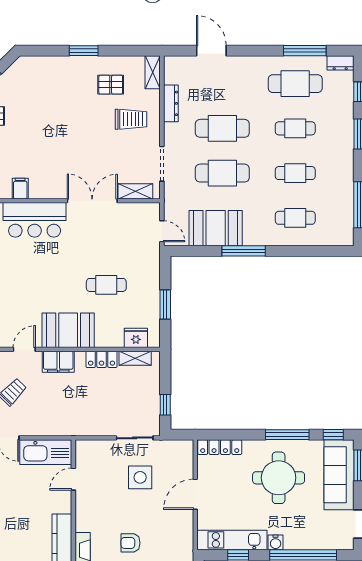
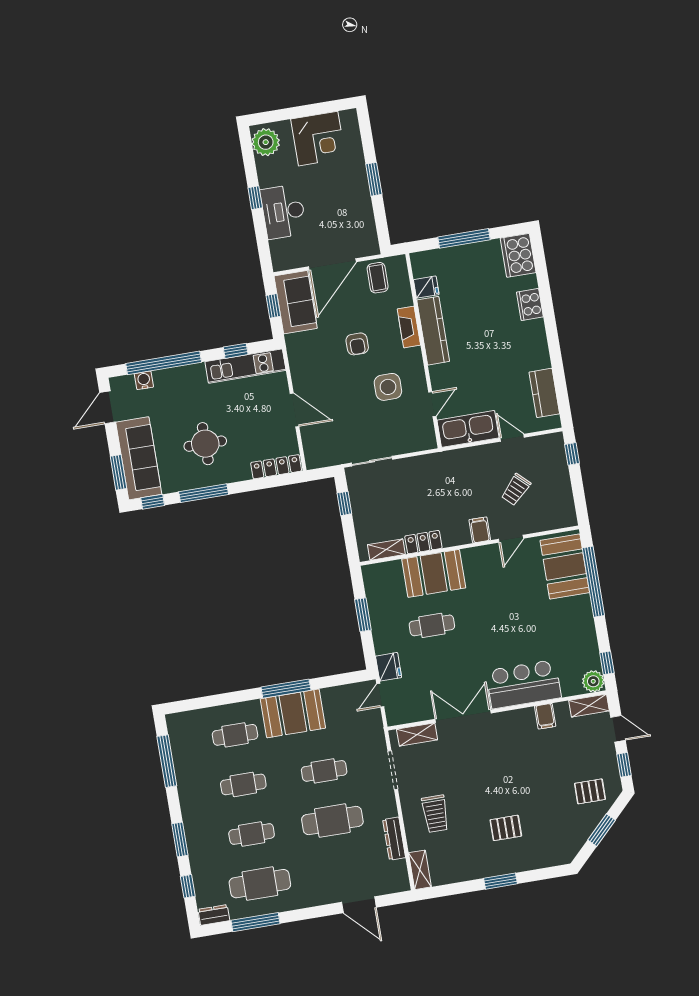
pallet: (111, 85) -> (506, 828), moved
trolley: (131, 119) -> (435, 814), turned -90
cafe table: (222, 173) -> (324, 771), width x0.73, depth x0.74
double door: (92, 201) -> (463, 716), swing flipped
booth: (216, 228) -> (293, 713), moved
door: (162, 231) -> (380, 695), hinge flipped
booth: (68, 330) -> (434, 573), moved
fridge: (136, 338) -> (389, 667), moved, turned -90
filing cabinet: (58, 362) -> (480, 530), width x0.50
side table: (140, 477) -> (388, 387), moved
round table: (279, 478) -> (205, 444), width x0.73, depth x0.73
door: (195, 494) -> (294, 410), hinge flipped
water cooler: (276, 542) -> (144, 380), moved
armchair: (131, 543) -> (357, 344), turned 90

